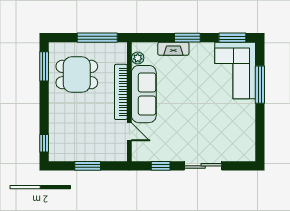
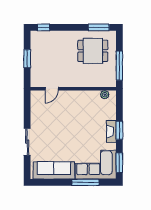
fireplace: (173, 49) -> (111, 132), moved
dining table: (77, 75) -> (93, 51), turned 90
bookcase: (121, 92) -> (80, 83), removed
sofa: (144, 94) -> (54, 170), moved, turned 180
window: (161, 166) -> (27, 111), removed

